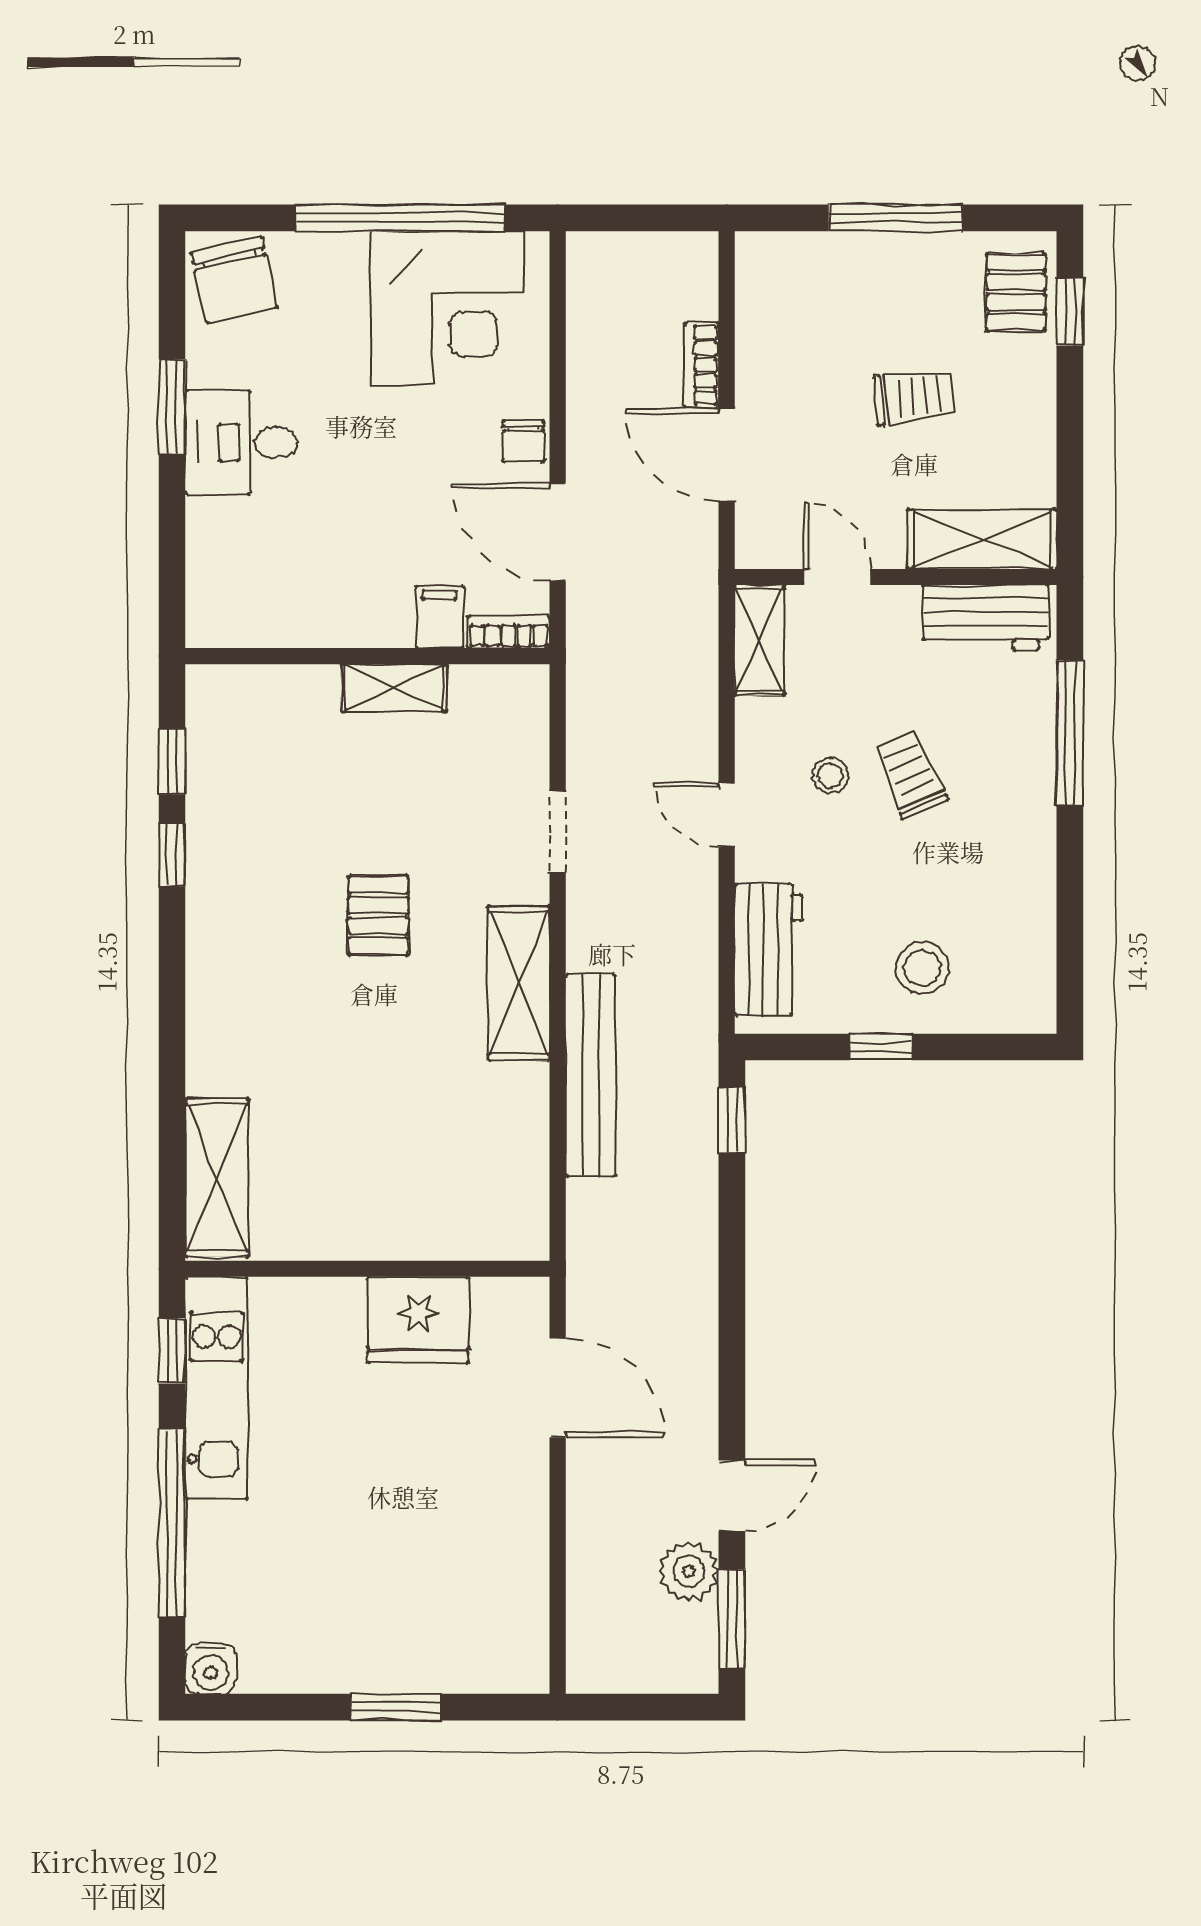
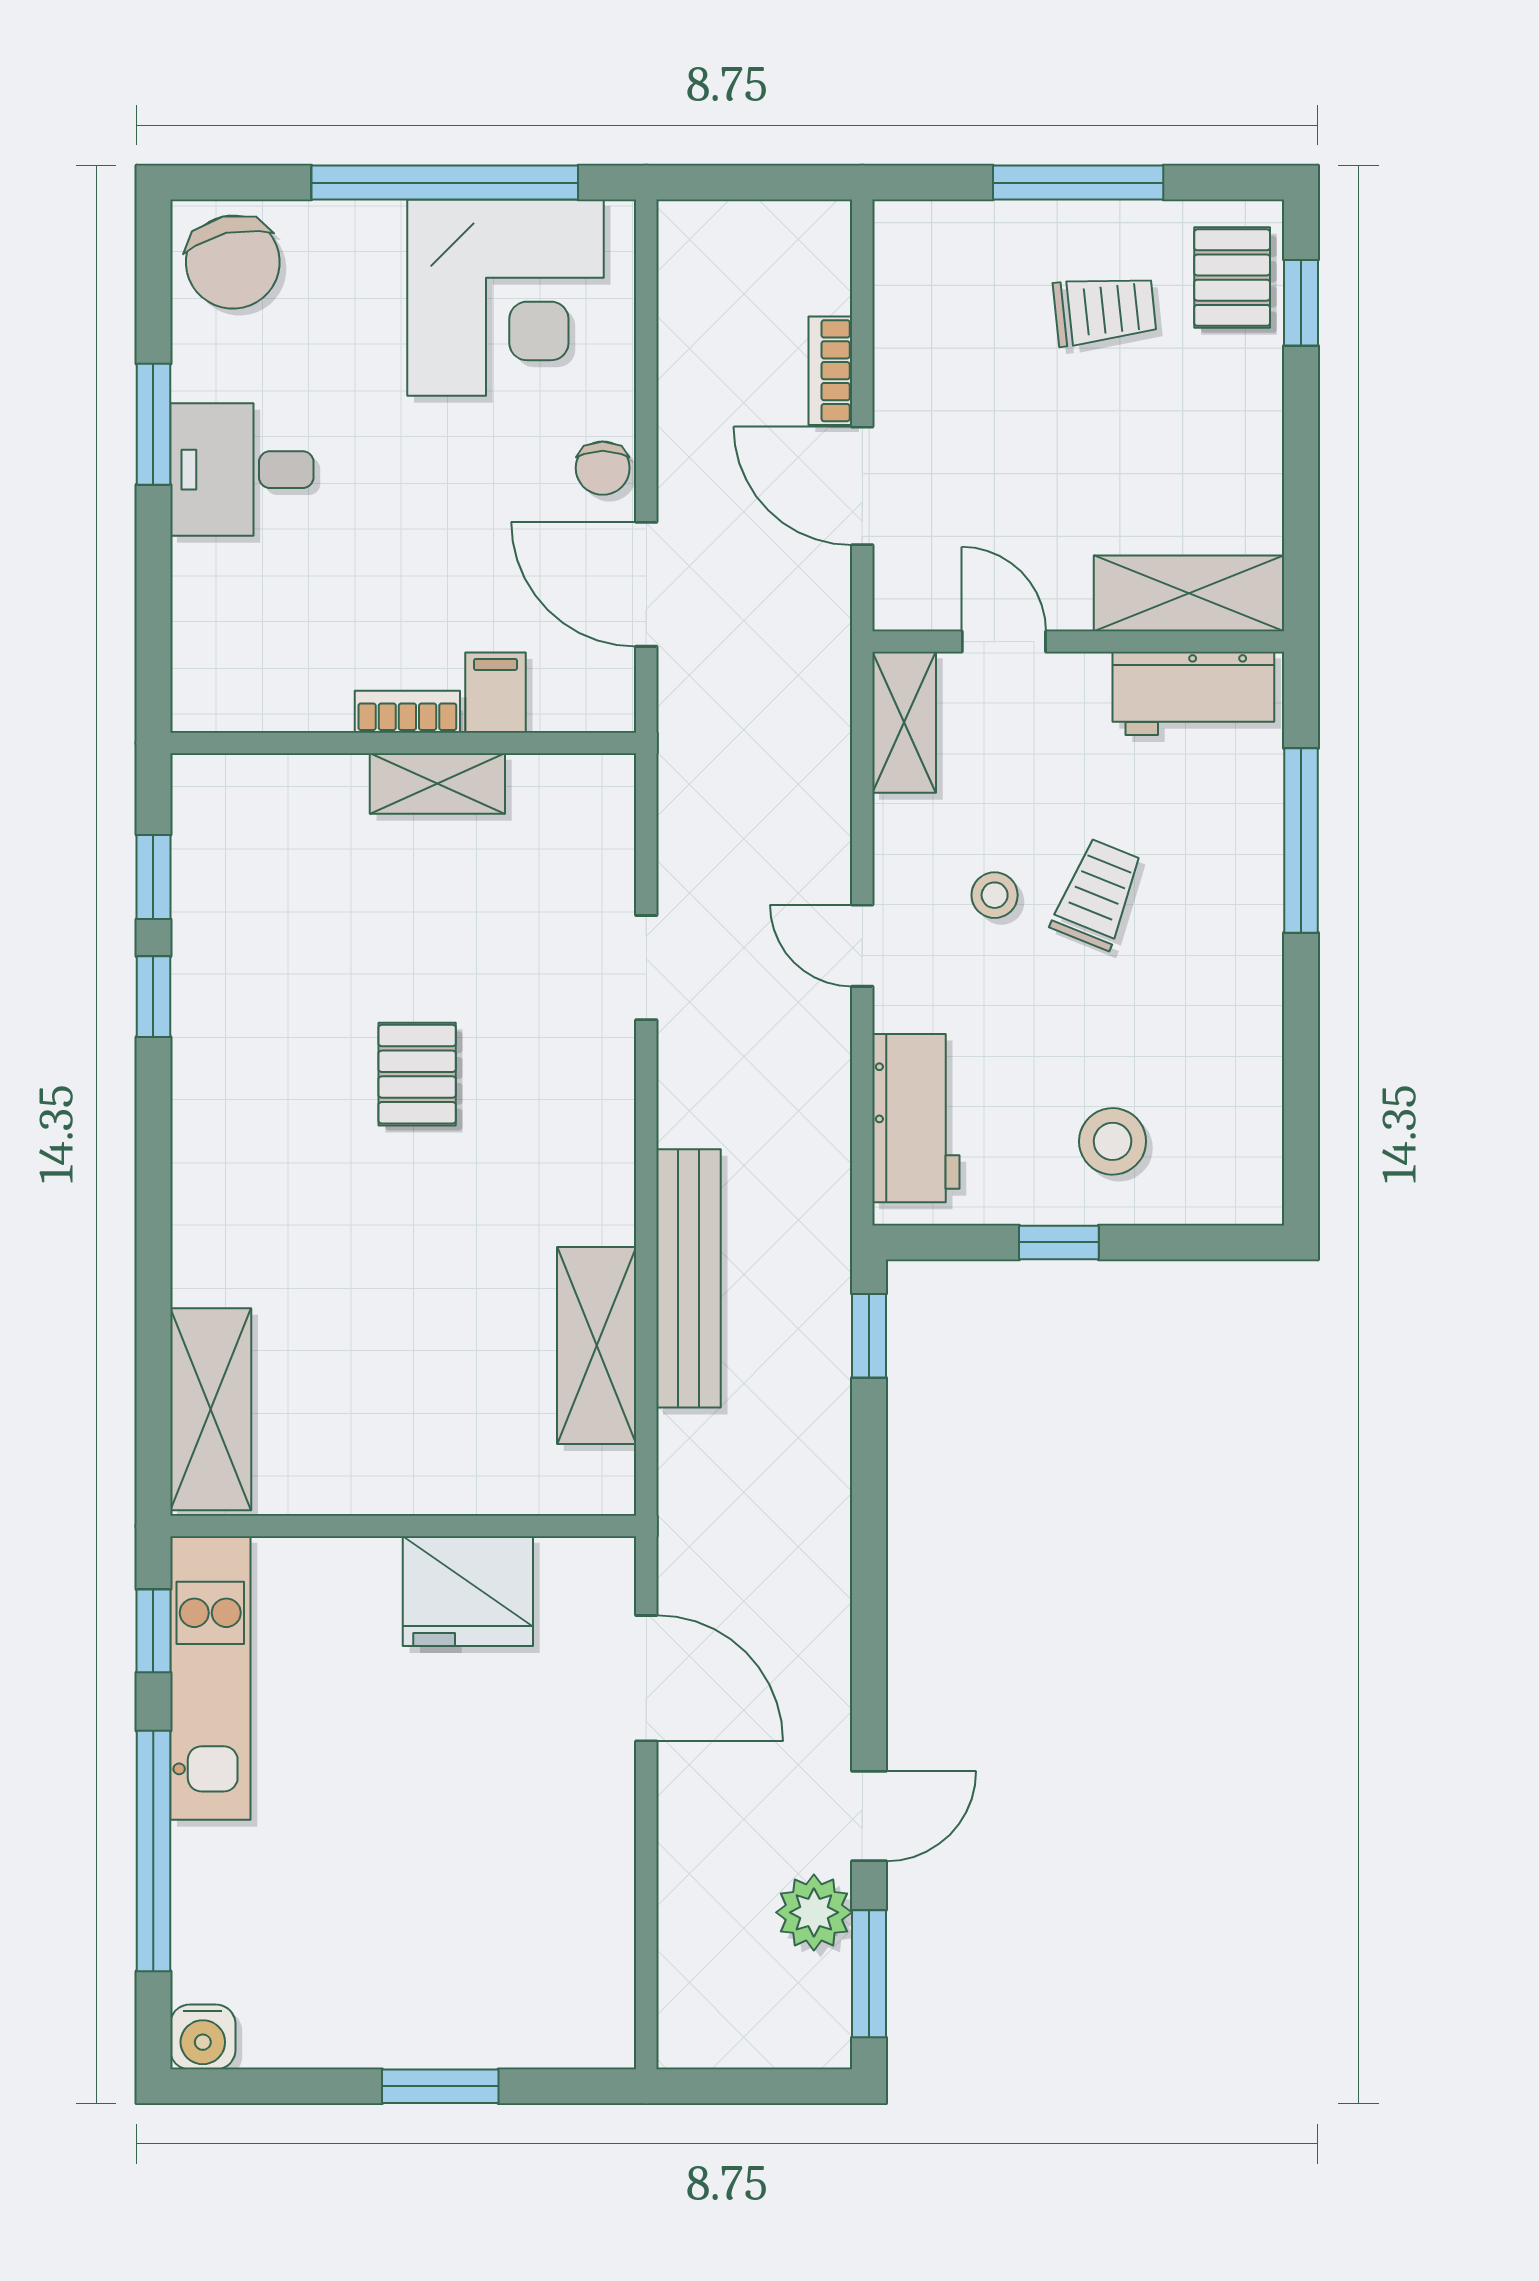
trolley: (914, 397) -> (1105, 310), moved
bookcase: (509, 632) -> (407, 712), moved
trolley: (911, 774) -> (1097, 894), turned 45
shelving: (519, 983) -> (597, 1345), moved

